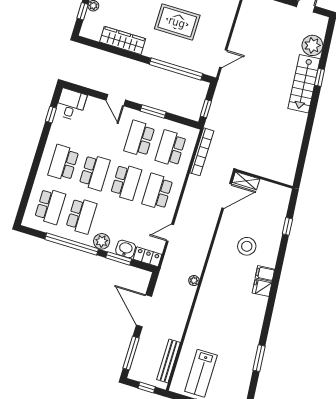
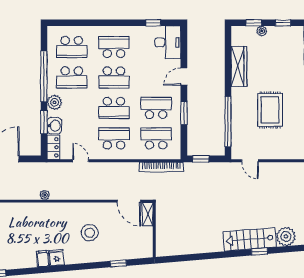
desk: (71, 105) -> (168, 42), width x1.37
filing cabinet: (265, 274) -> (43, 259), moved

